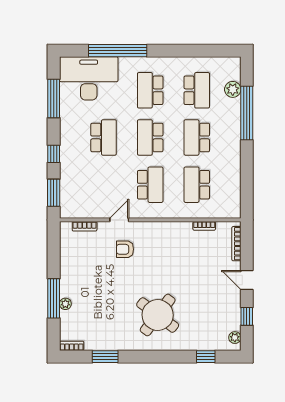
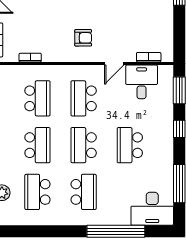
desk: (89, 78) -> (152, 209), width x0.73, depth x0.77
school desk: (150, 137) -> (84, 145), turned 180
desk: (92, 201) -> (142, 82), added
armchair: (125, 249) -> (83, 38), moved

